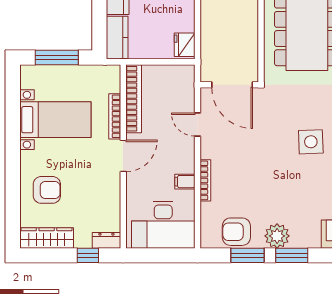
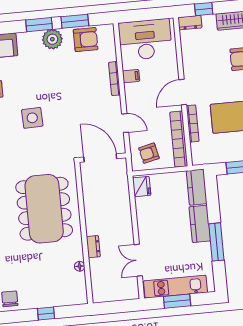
armchair: (172, 85) -> (149, 153), added

